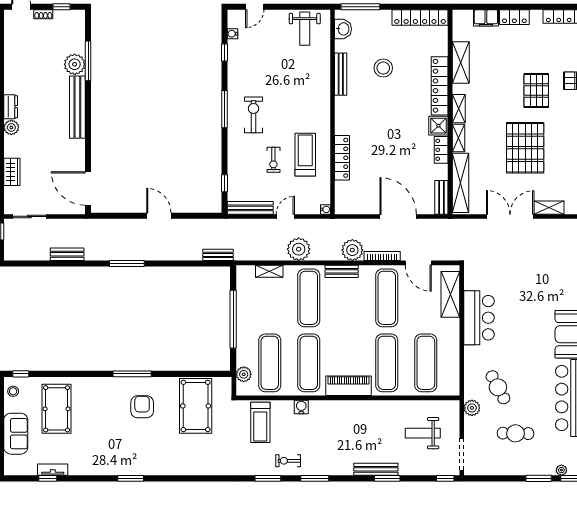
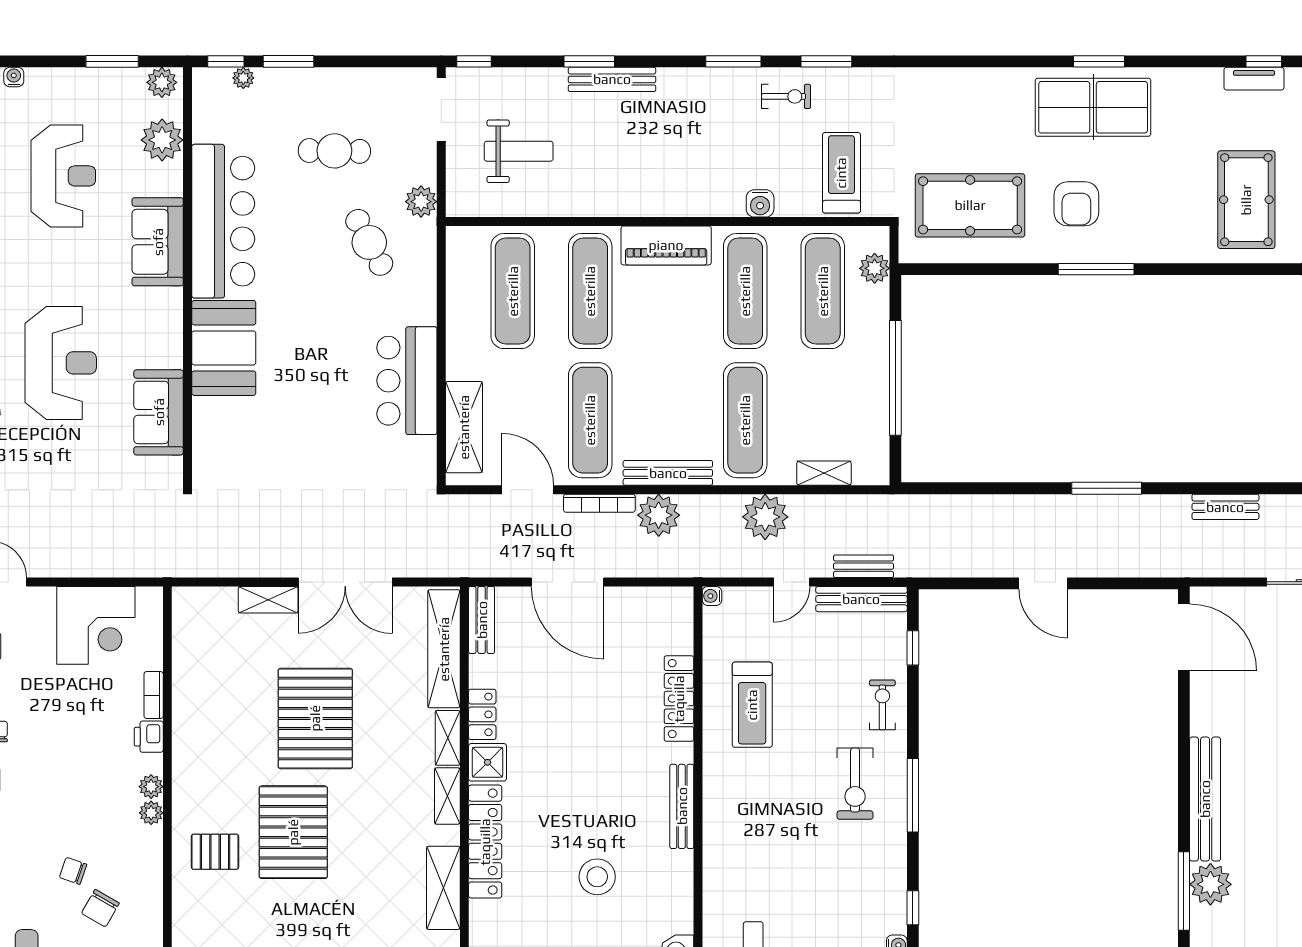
bench: (341, 74) -> (682, 806), moved
pallet: (536, 91) -> (293, 832), width x1.37, depth x1.41
exercise bike: (273, 160) -> (882, 705), moved
bench: (218, 255) -> (864, 566), moved
bench: (342, 271) -> (668, 473), width x1.36
pool table: (196, 406) -> (970, 205), turned 90
table tennis table: (134, 455) -> (1093, 107), added

